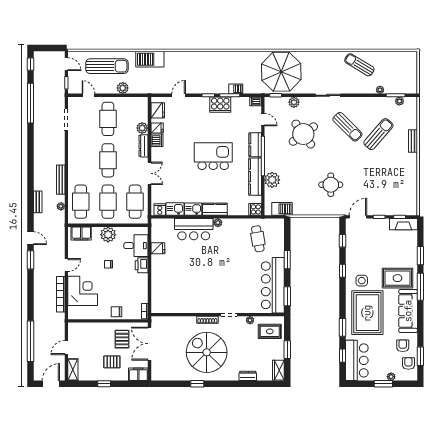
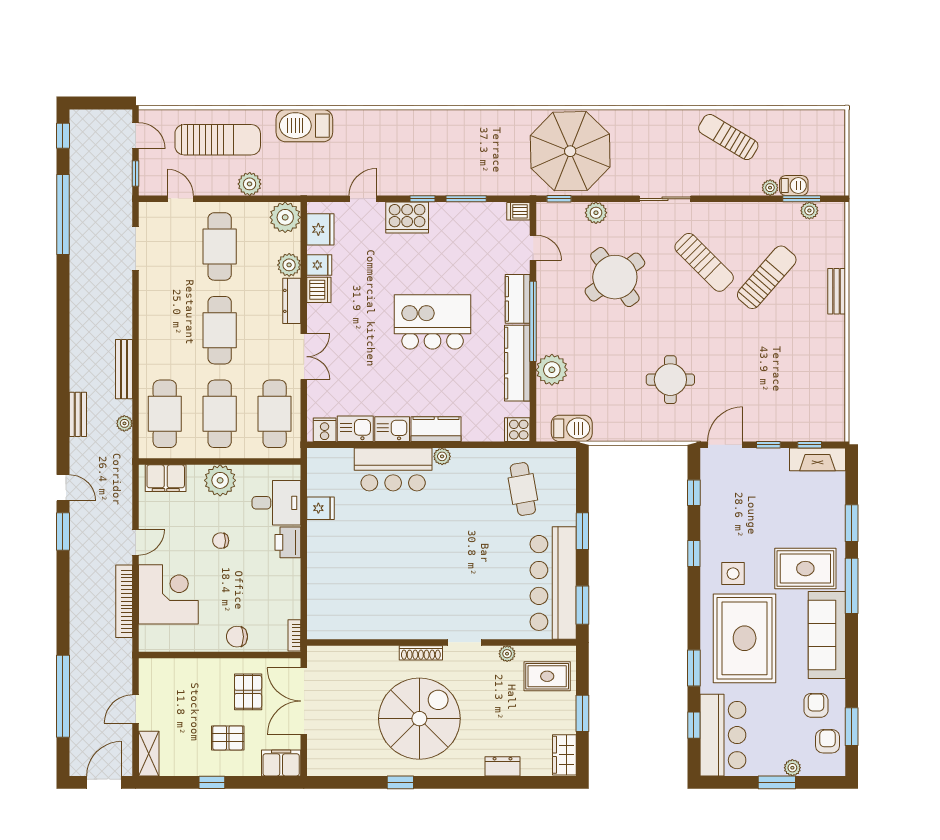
barbecue: (236, 89) -> (794, 186), moved
plant: (140, 104) -> (285, 217), added
cooker: (220, 105) -> (407, 218), moved
spiral stairs: (207, 352) -> (419, 719), turned 90

